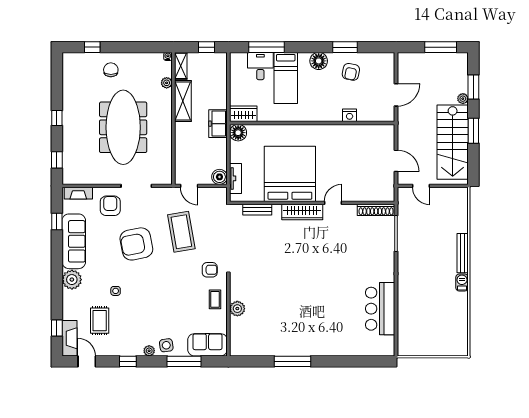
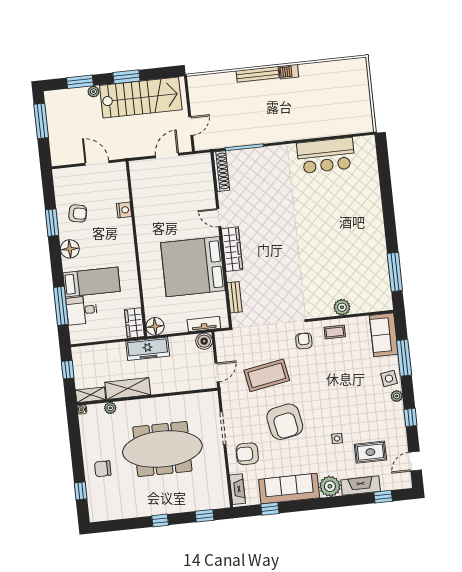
freezer: (218, 124) -> (148, 349), width x1.40
fireplace: (69, 338) -> (361, 486), moved
window: (293, 361) -> (395, 272), moved

